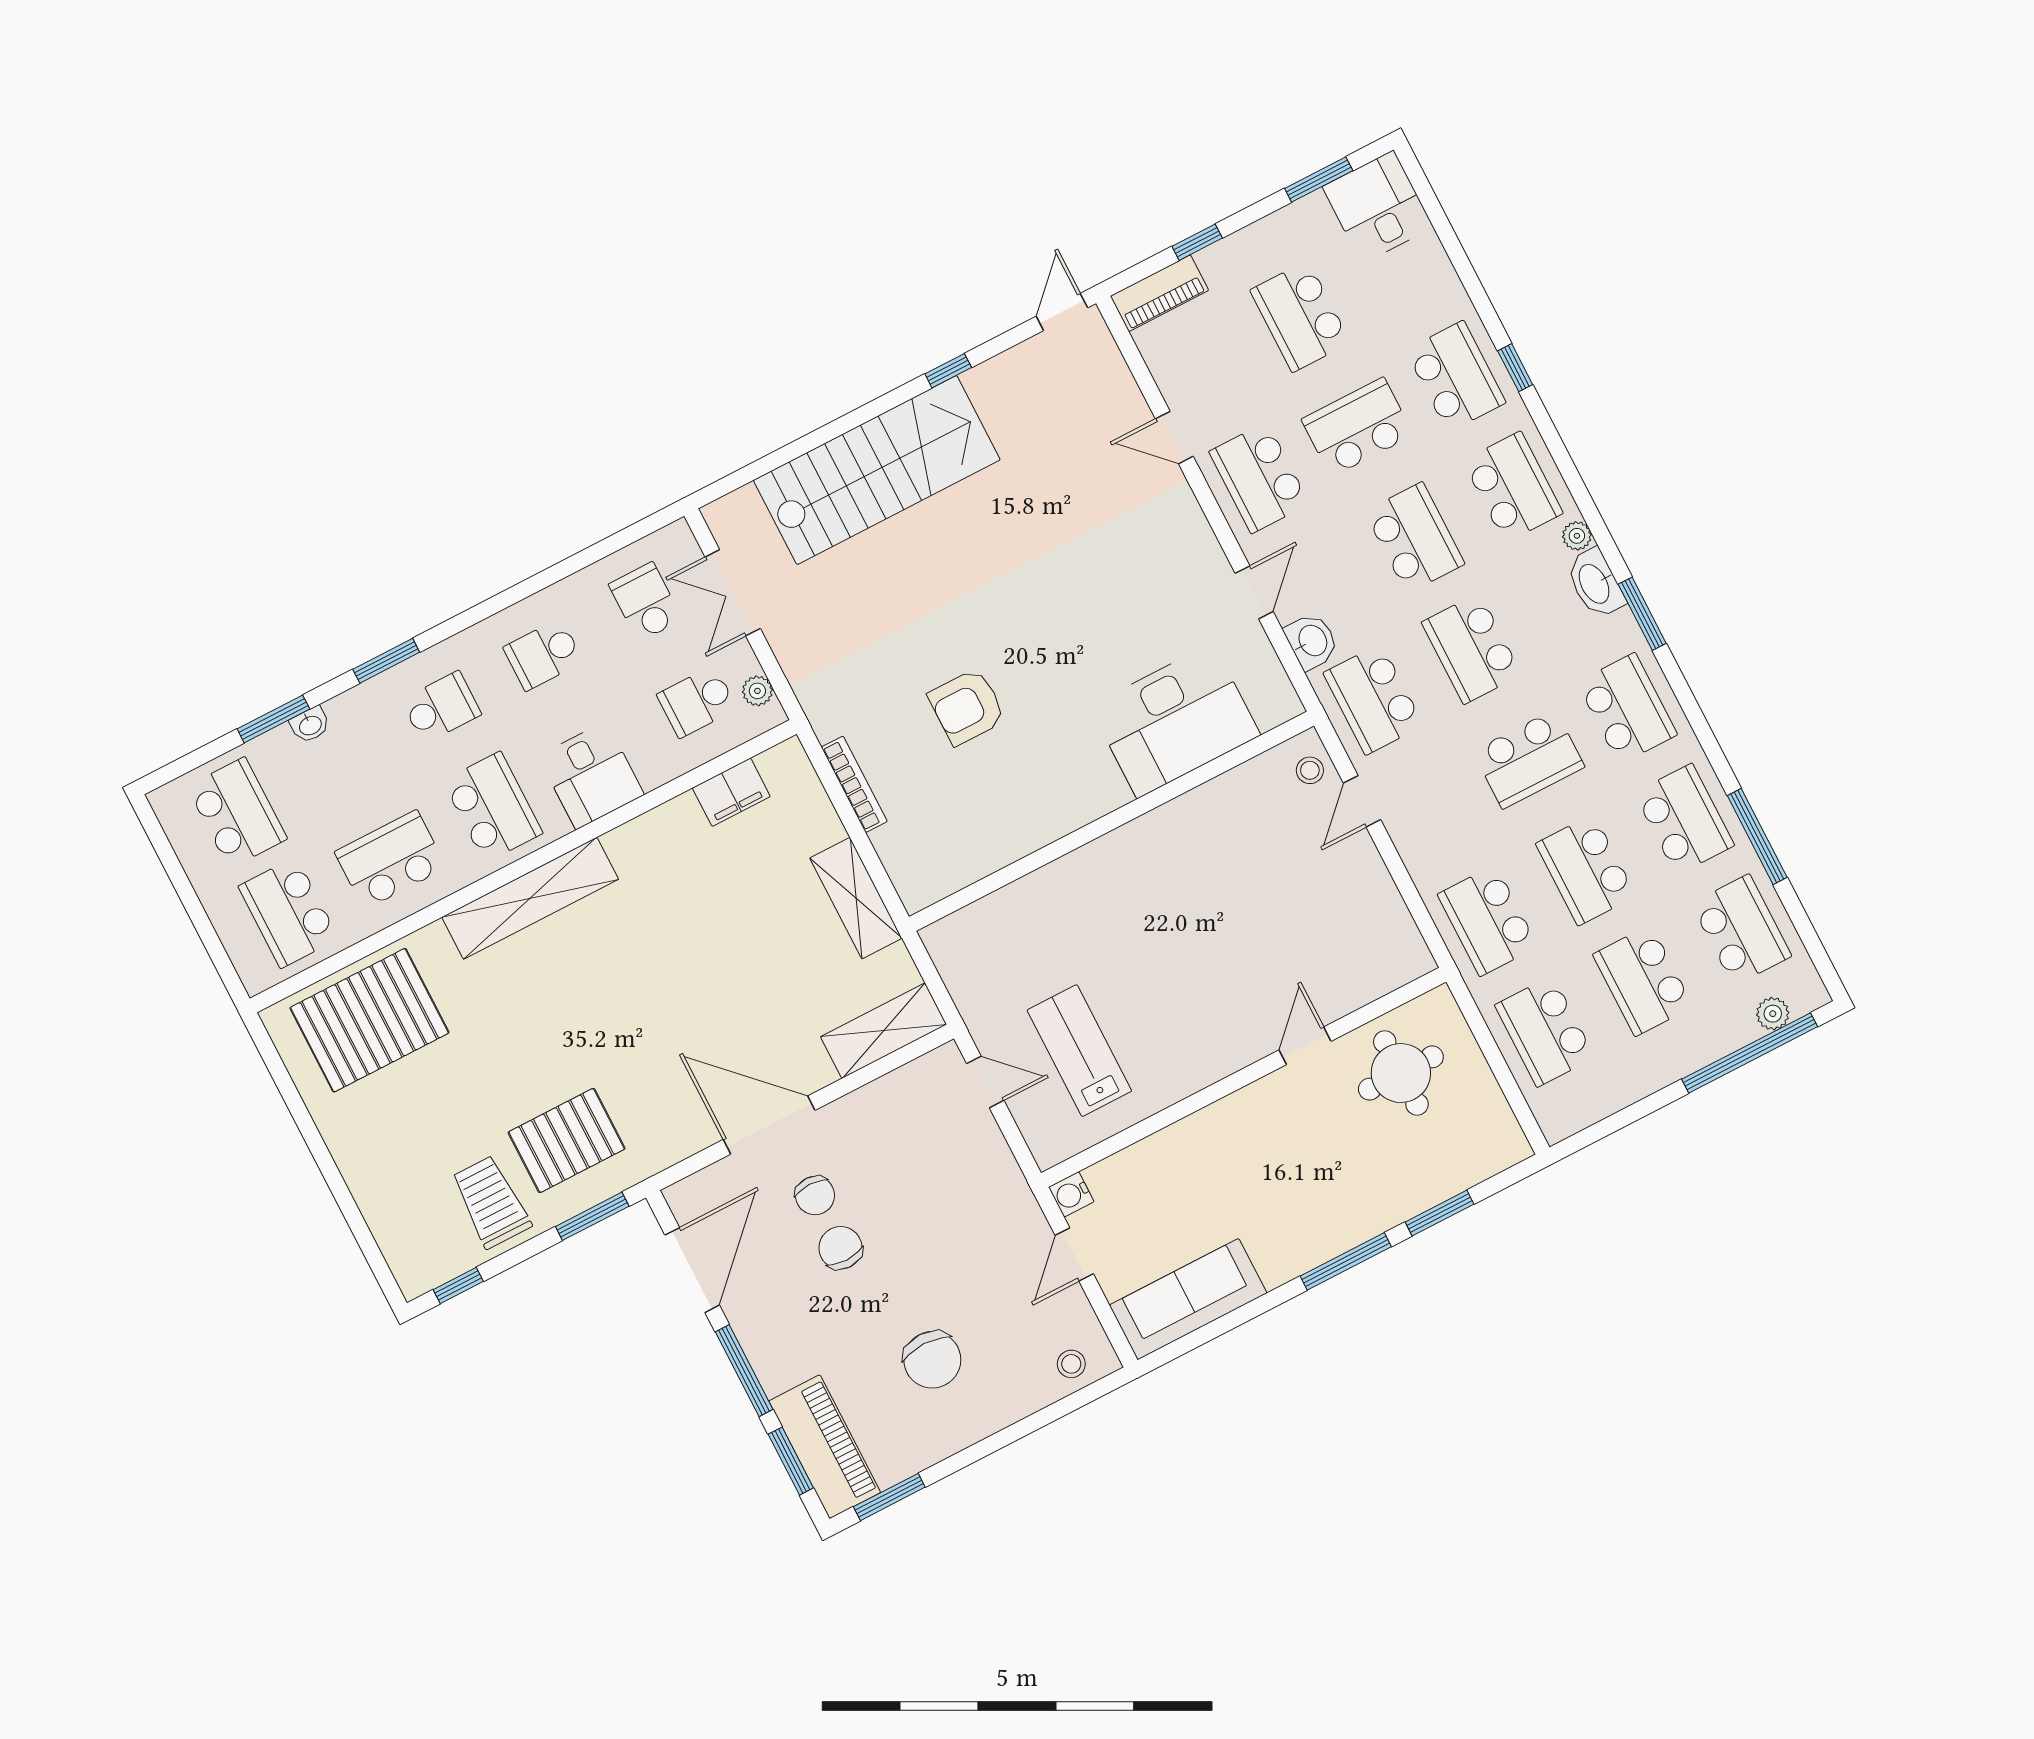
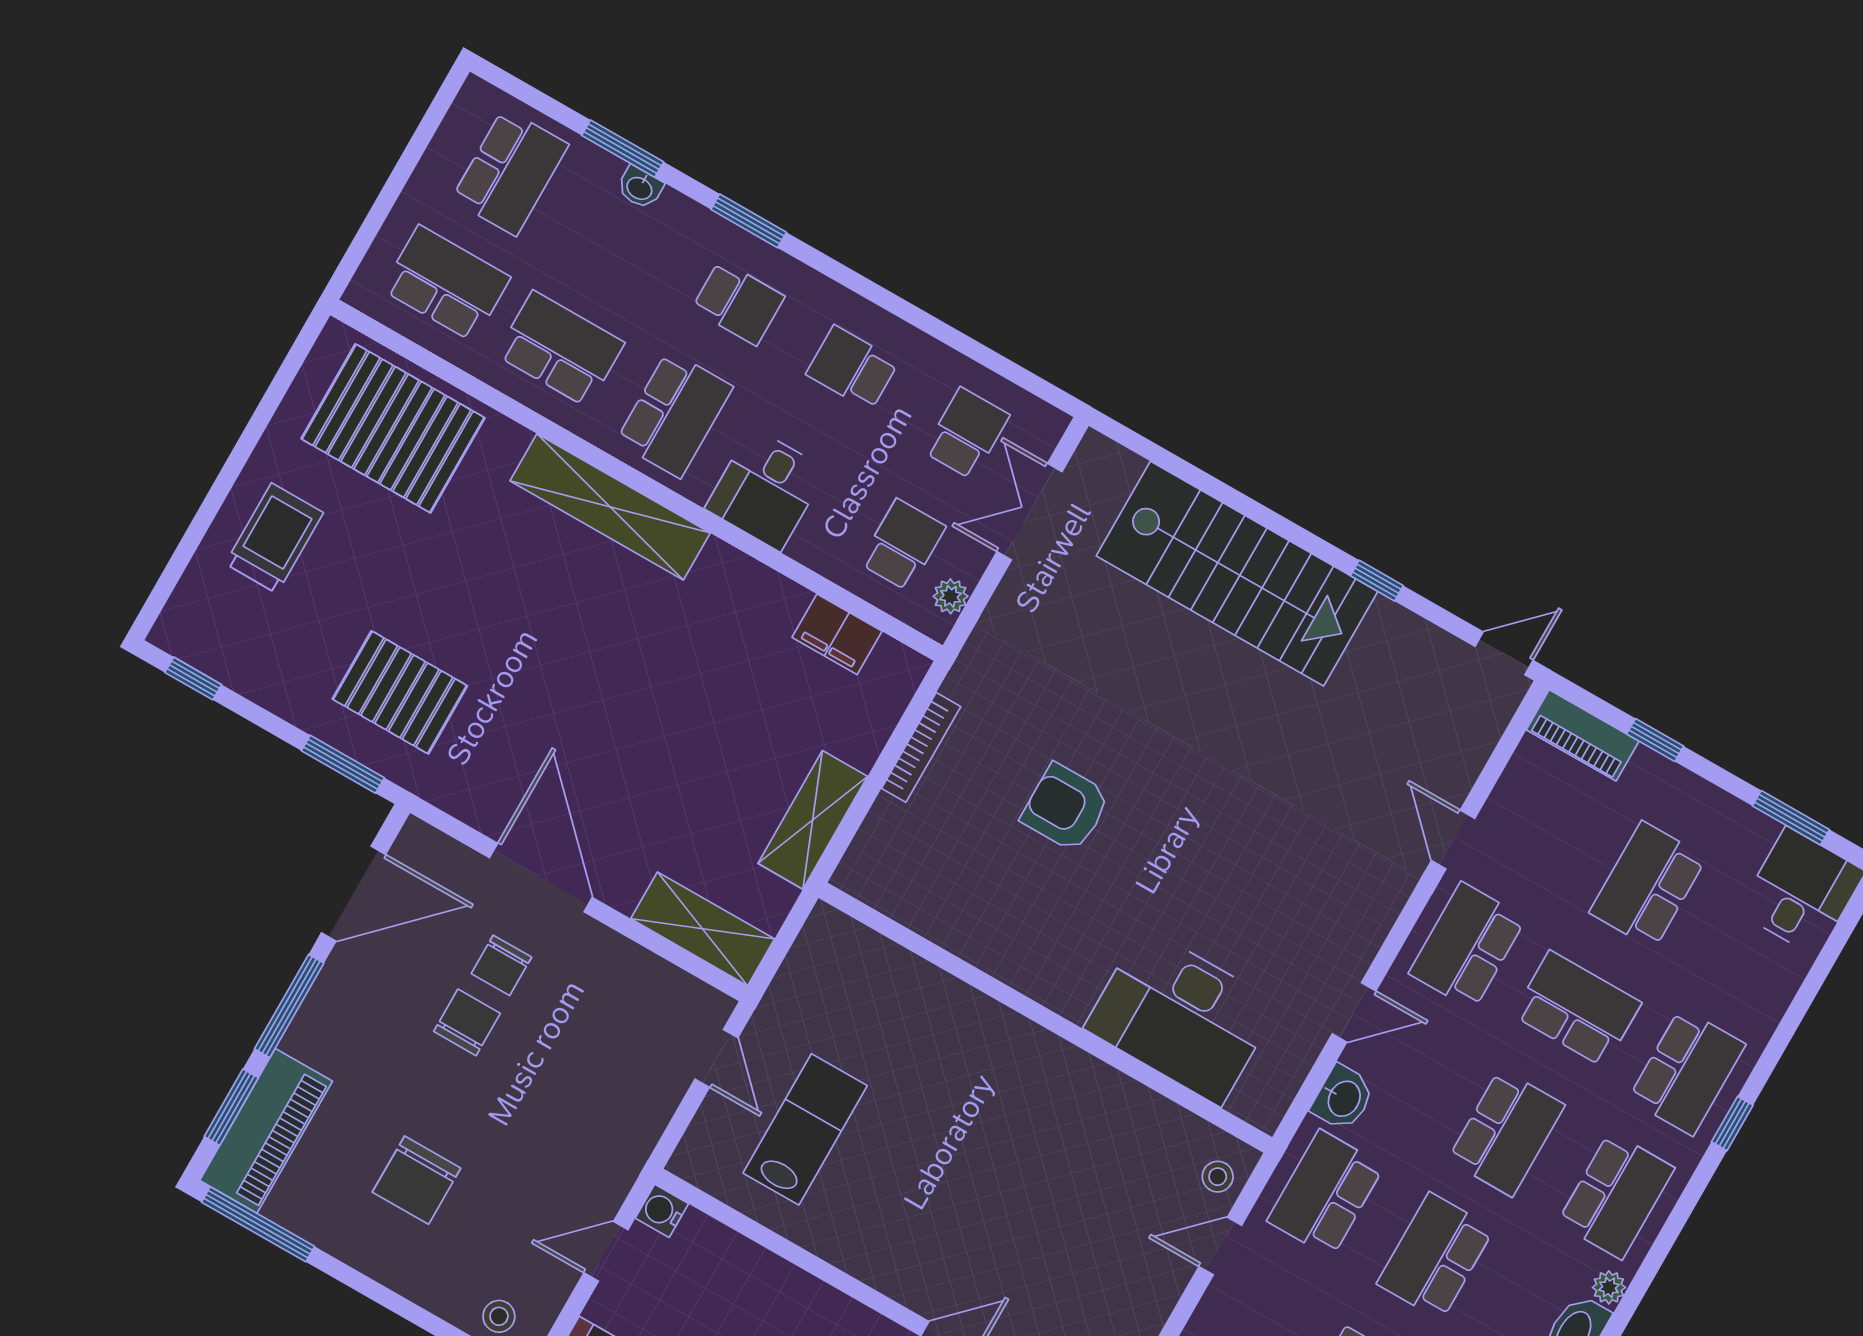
school desk: (697, 702) -> (903, 545), turned 90
school desk: (288, 912) -> (446, 283), turned 90
trolley: (491, 1202) -> (274, 538), moved
window: (889, 1497) -> (258, 1224), width x1.44

